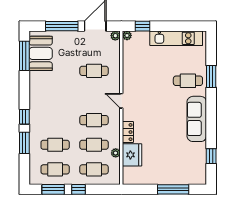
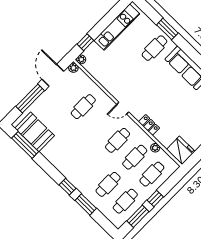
fridge: (132, 155) -> (181, 150), moved

